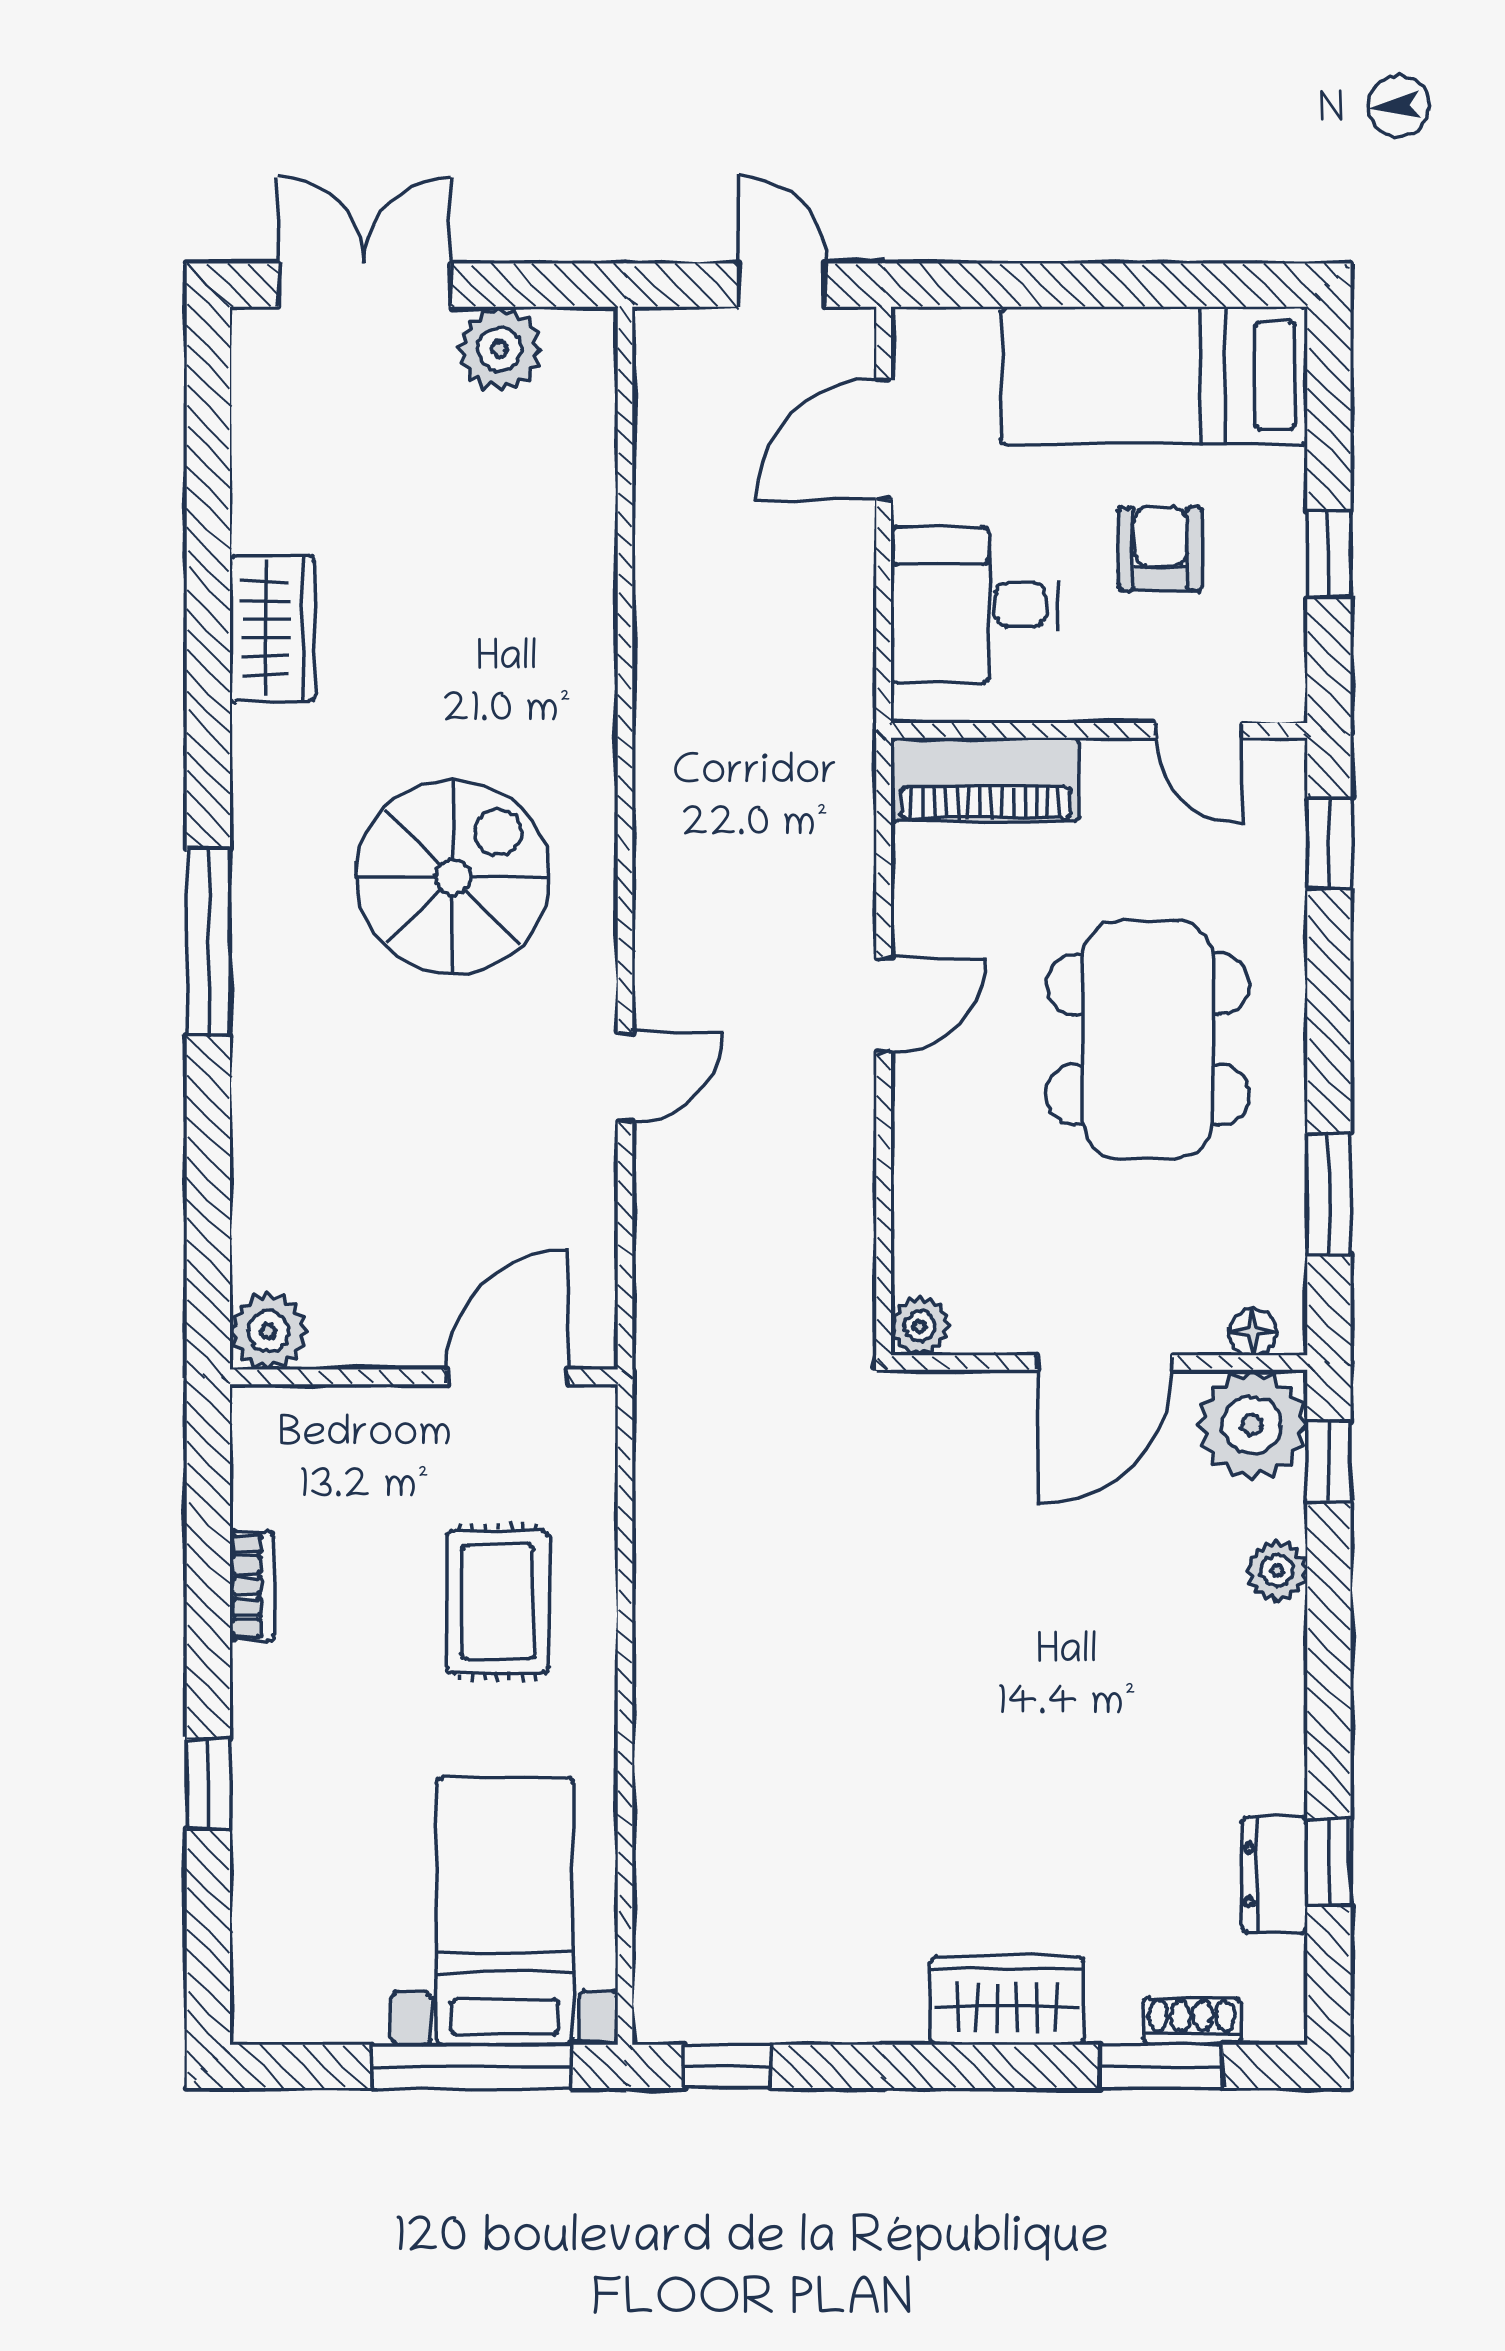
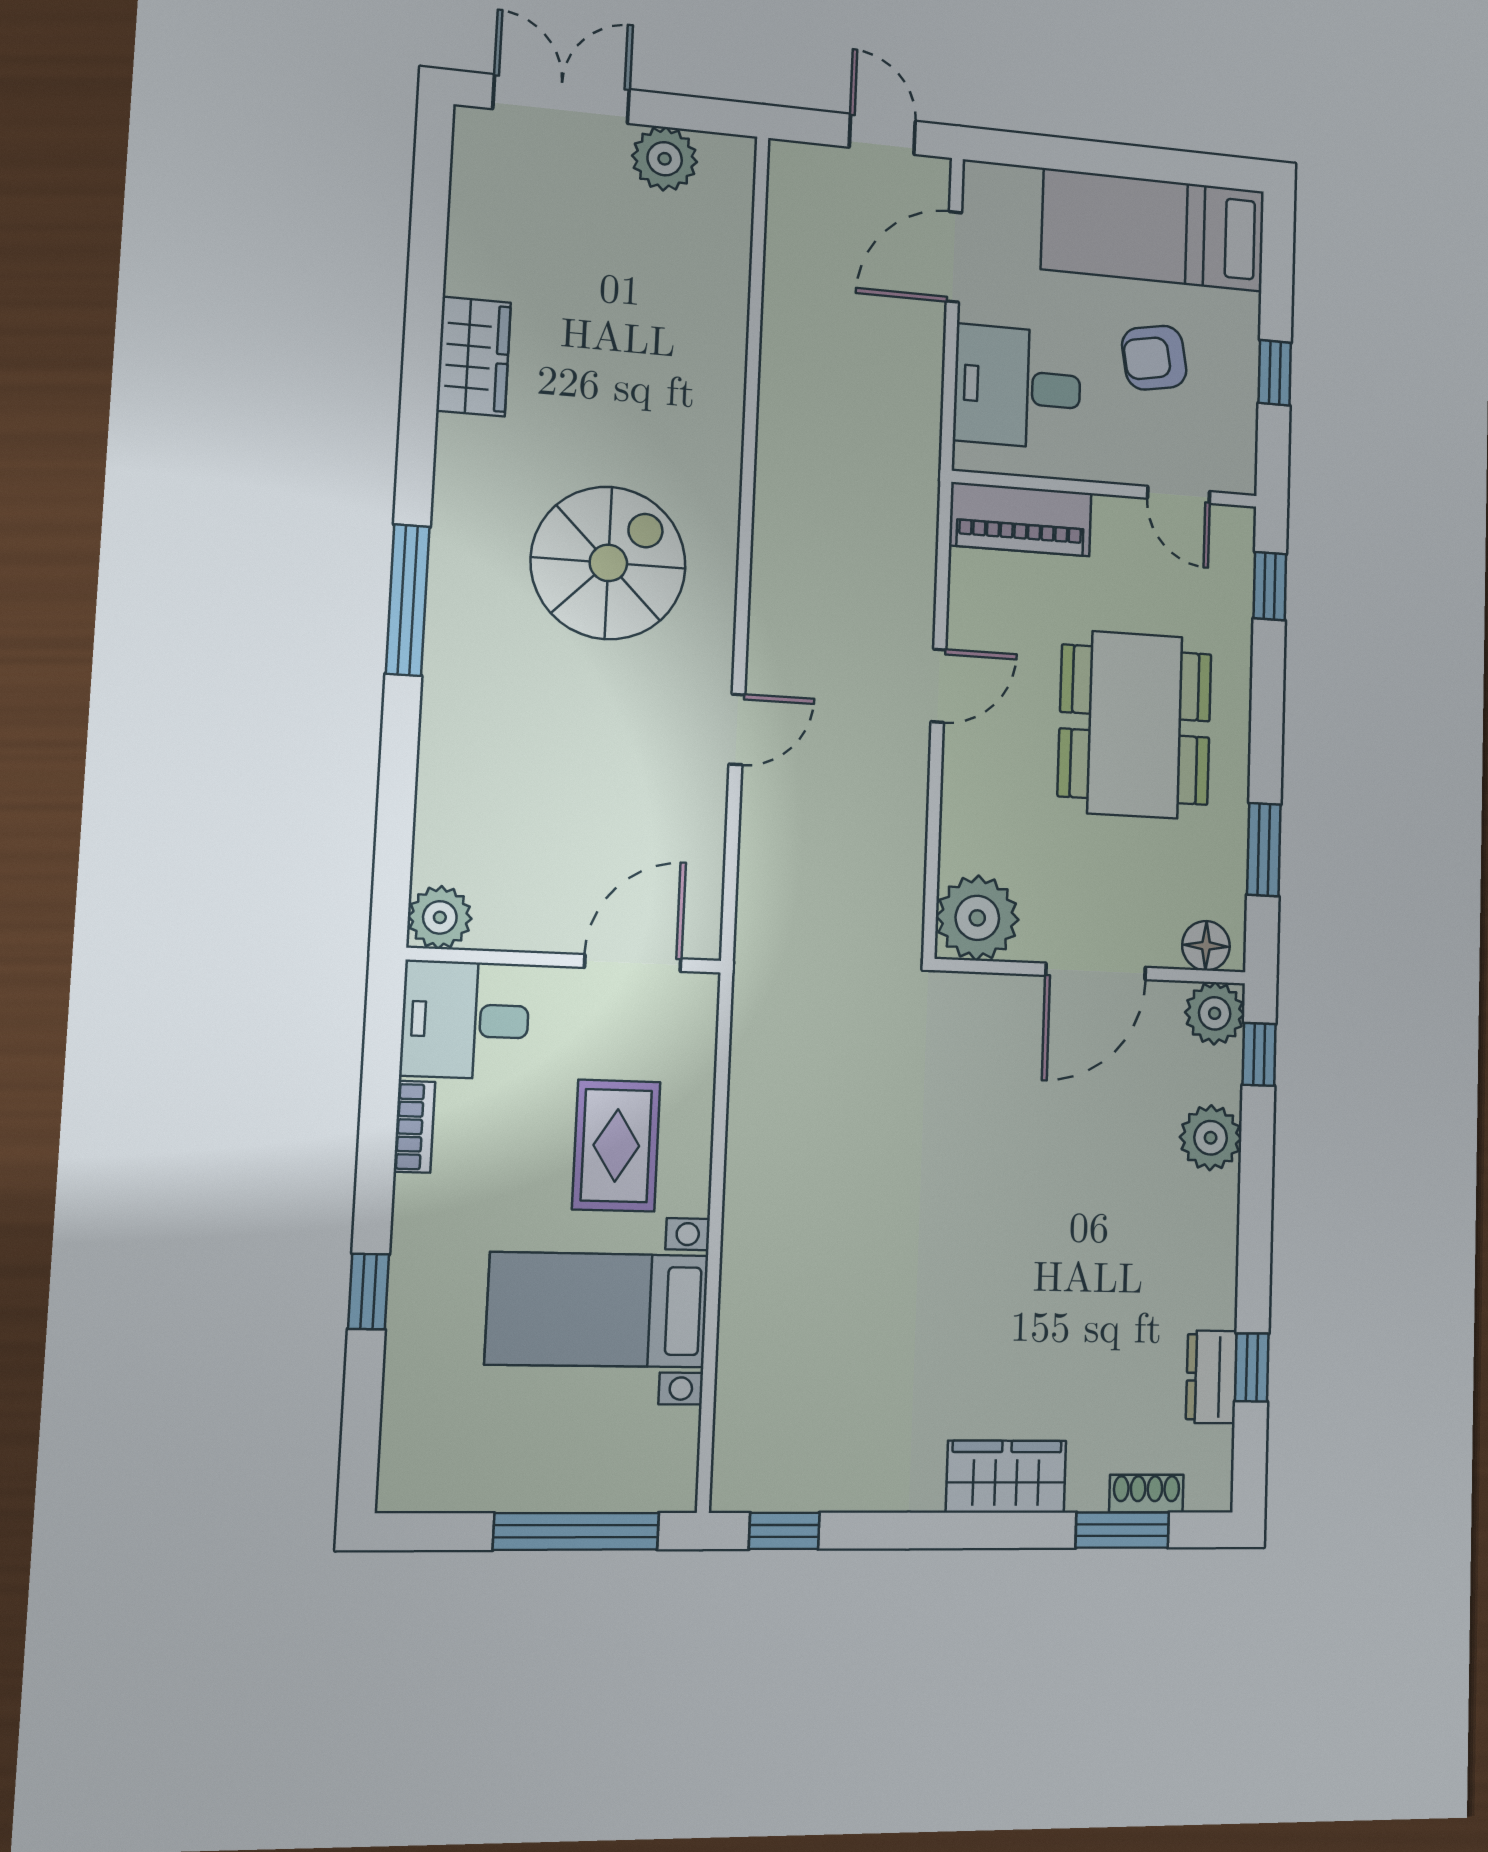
armchair: (1160, 549) -> (1154, 358), turned -100
plant: (920, 1326) -> (977, 918), width x1.88, depth x1.88
floor lamp: (1253, 1332) -> (1206, 946), width x1.37, depth x1.37
plant: (1252, 1425) -> (1215, 1013), width x0.73, depth x0.73
desk: (306, 1455) -> (465, 1020), added
plant: (1277, 1571) -> (1211, 1138), width x1.38, depth x1.38
bed with nightstands: (505, 1911) -> (597, 1310), moved, turned -90

